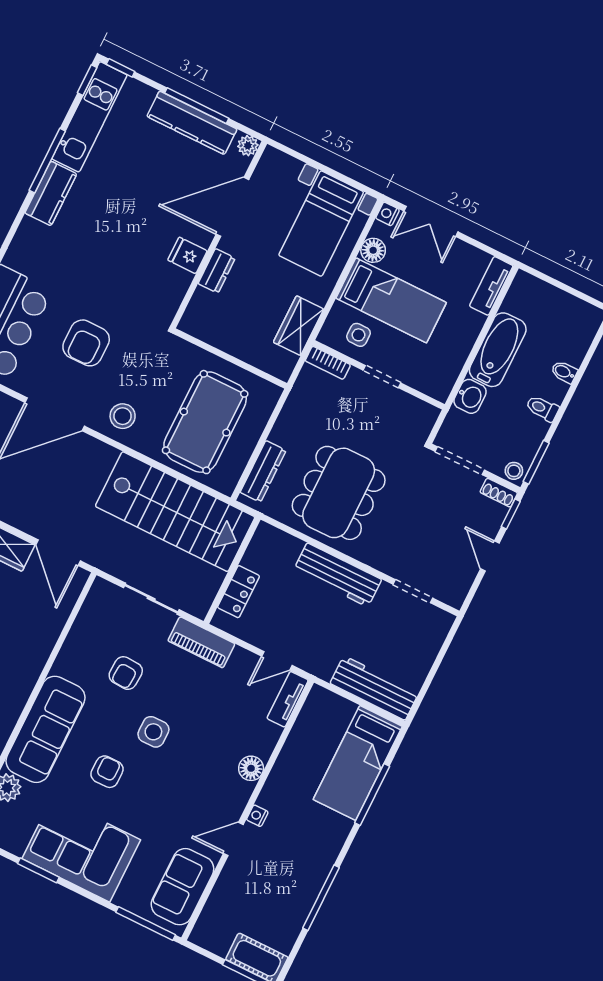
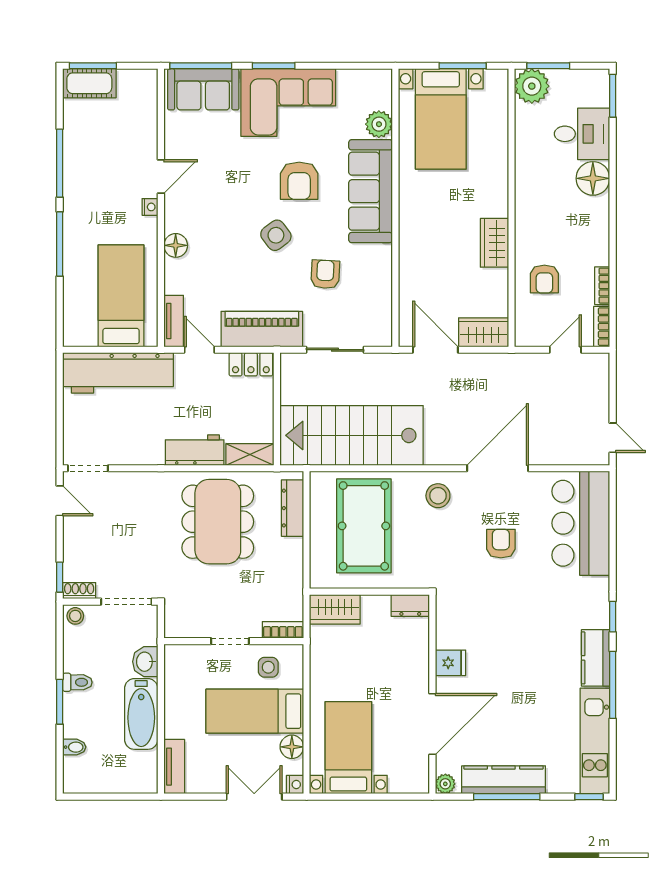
window: (87, 80) -> (613, 617), moved
dresser: (217, 271) -> (410, 605), moved, turned -90
wardrobe: (299, 326) -> (335, 609), moved, turned 90
armchair: (86, 343) -> (501, 544), width x0.72, depth x0.72
bidet: (564, 372) -> (74, 747), moved
window: (536, 462) -> (60, 702), moved
shelving: (278, 540) -> (250, 454), added
door: (490, 556) -> (60, 501), moved
workbench: (337, 575) -> (195, 450), width x0.73
doorway: (413, 591) -> (88, 468), moved
locker: (239, 592) -> (251, 364), moved, turned -90
piano: (201, 642) -> (262, 329), width x1.37, depth x1.33
door: (277, 661) -> (199, 350), hinge flipped
workbench: (374, 688) -> (118, 373), width x1.36, depth x1.32
side table: (153, 732) -> (276, 235), turned -37
bed: (358, 763) -> (121, 296), moved
armchair: (107, 772) -> (299, 181), width x1.38, depth x1.38
window: (372, 794) -> (60, 244), moved
window: (38, 870) -> (274, 66), moved
sofa: (182, 887) -> (203, 89), moved, turned 90

